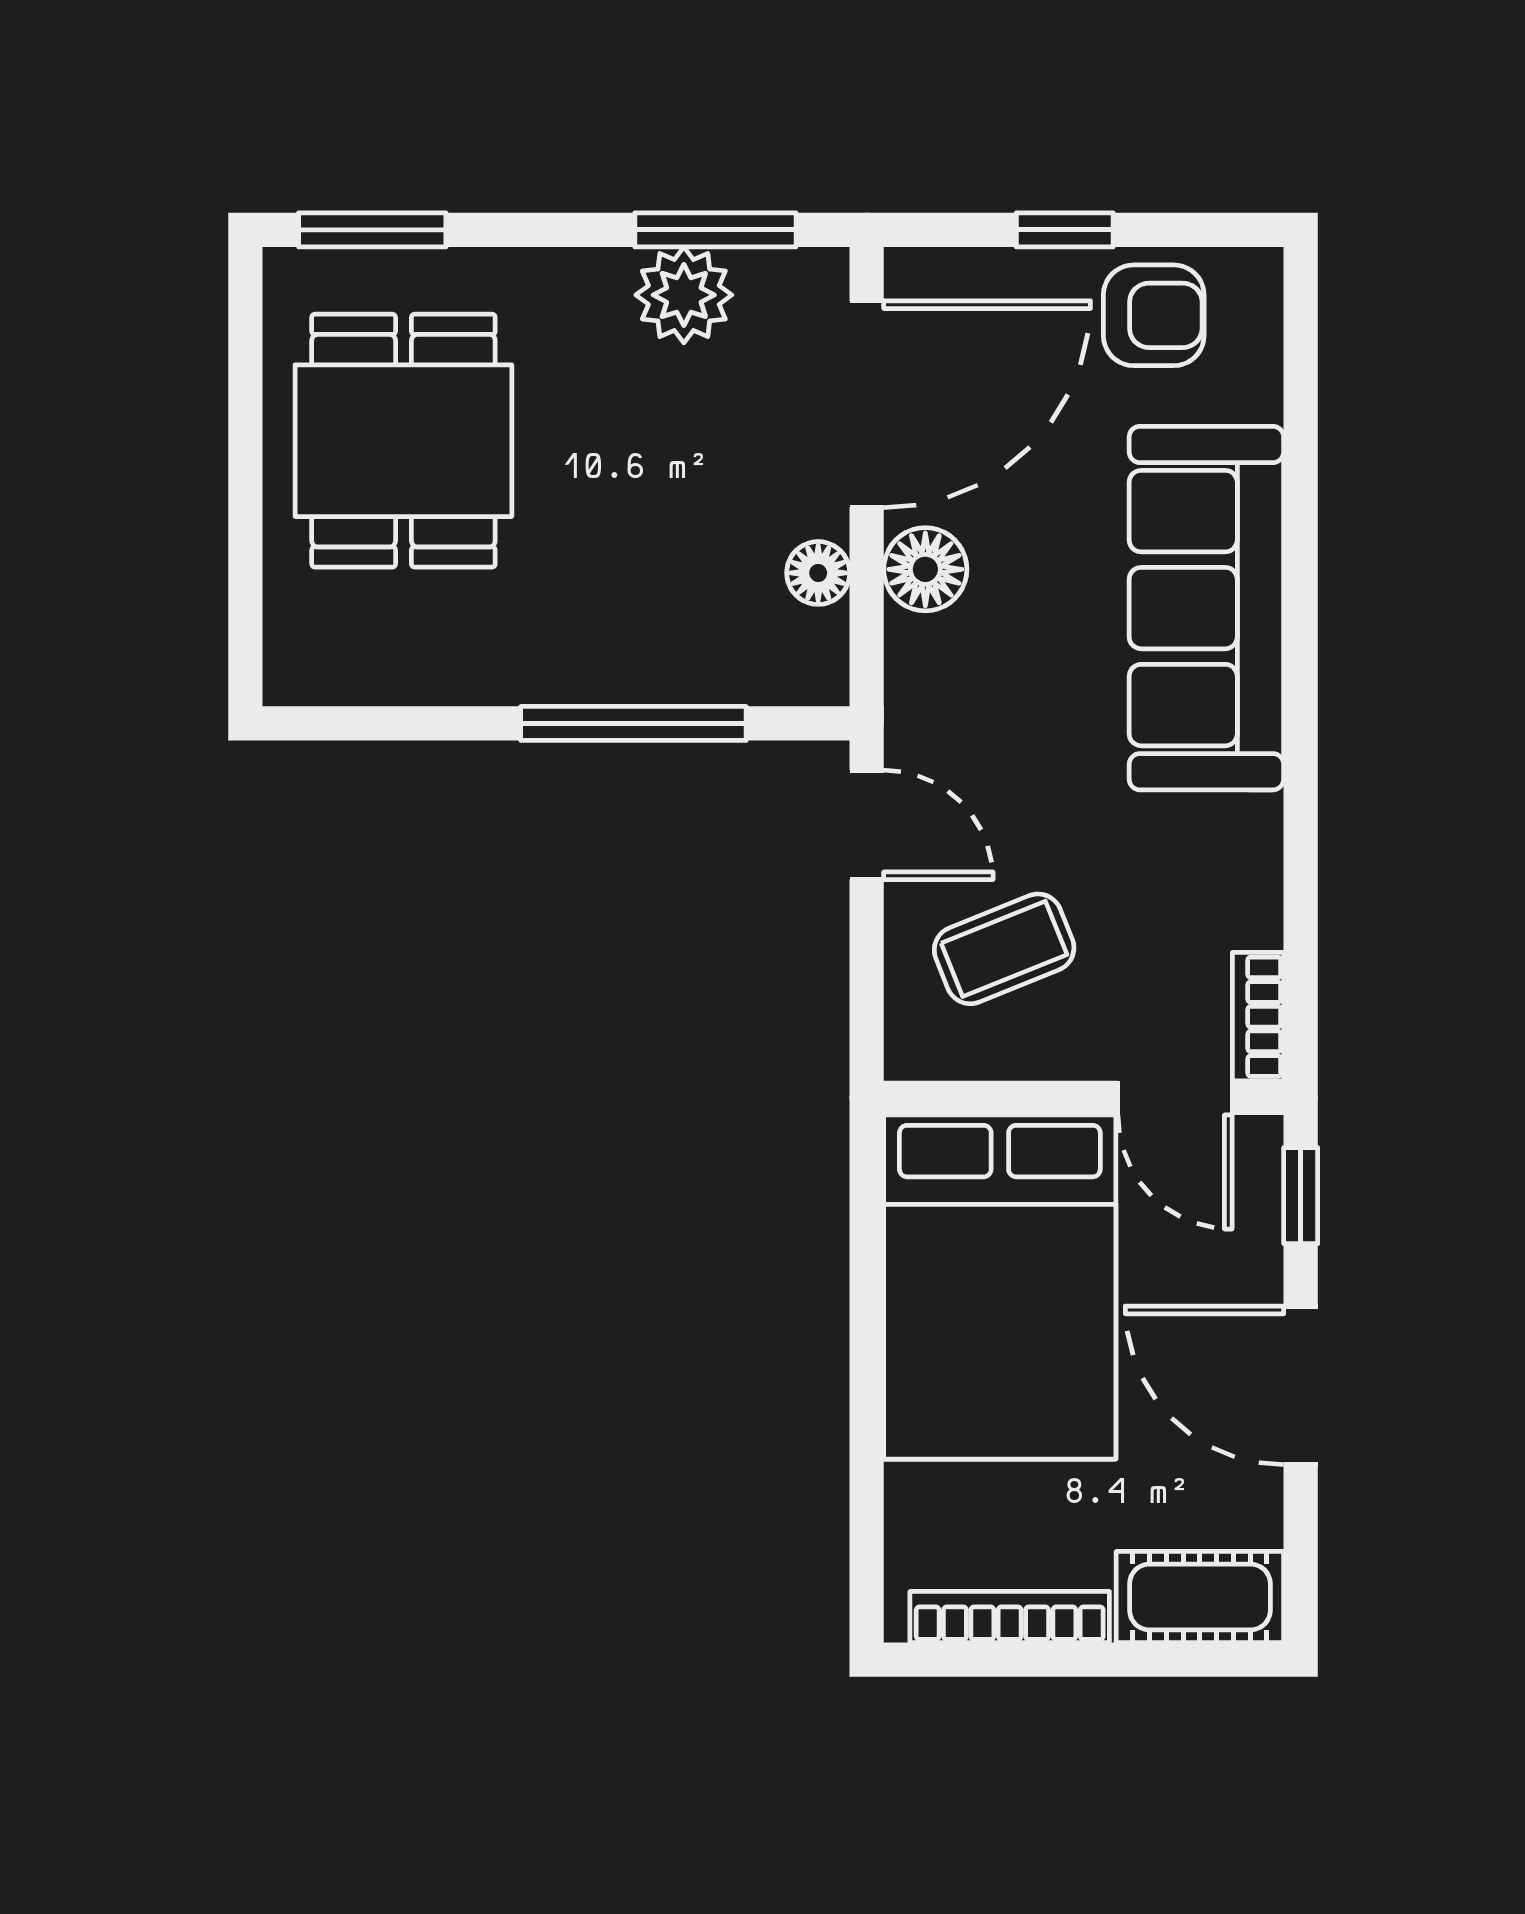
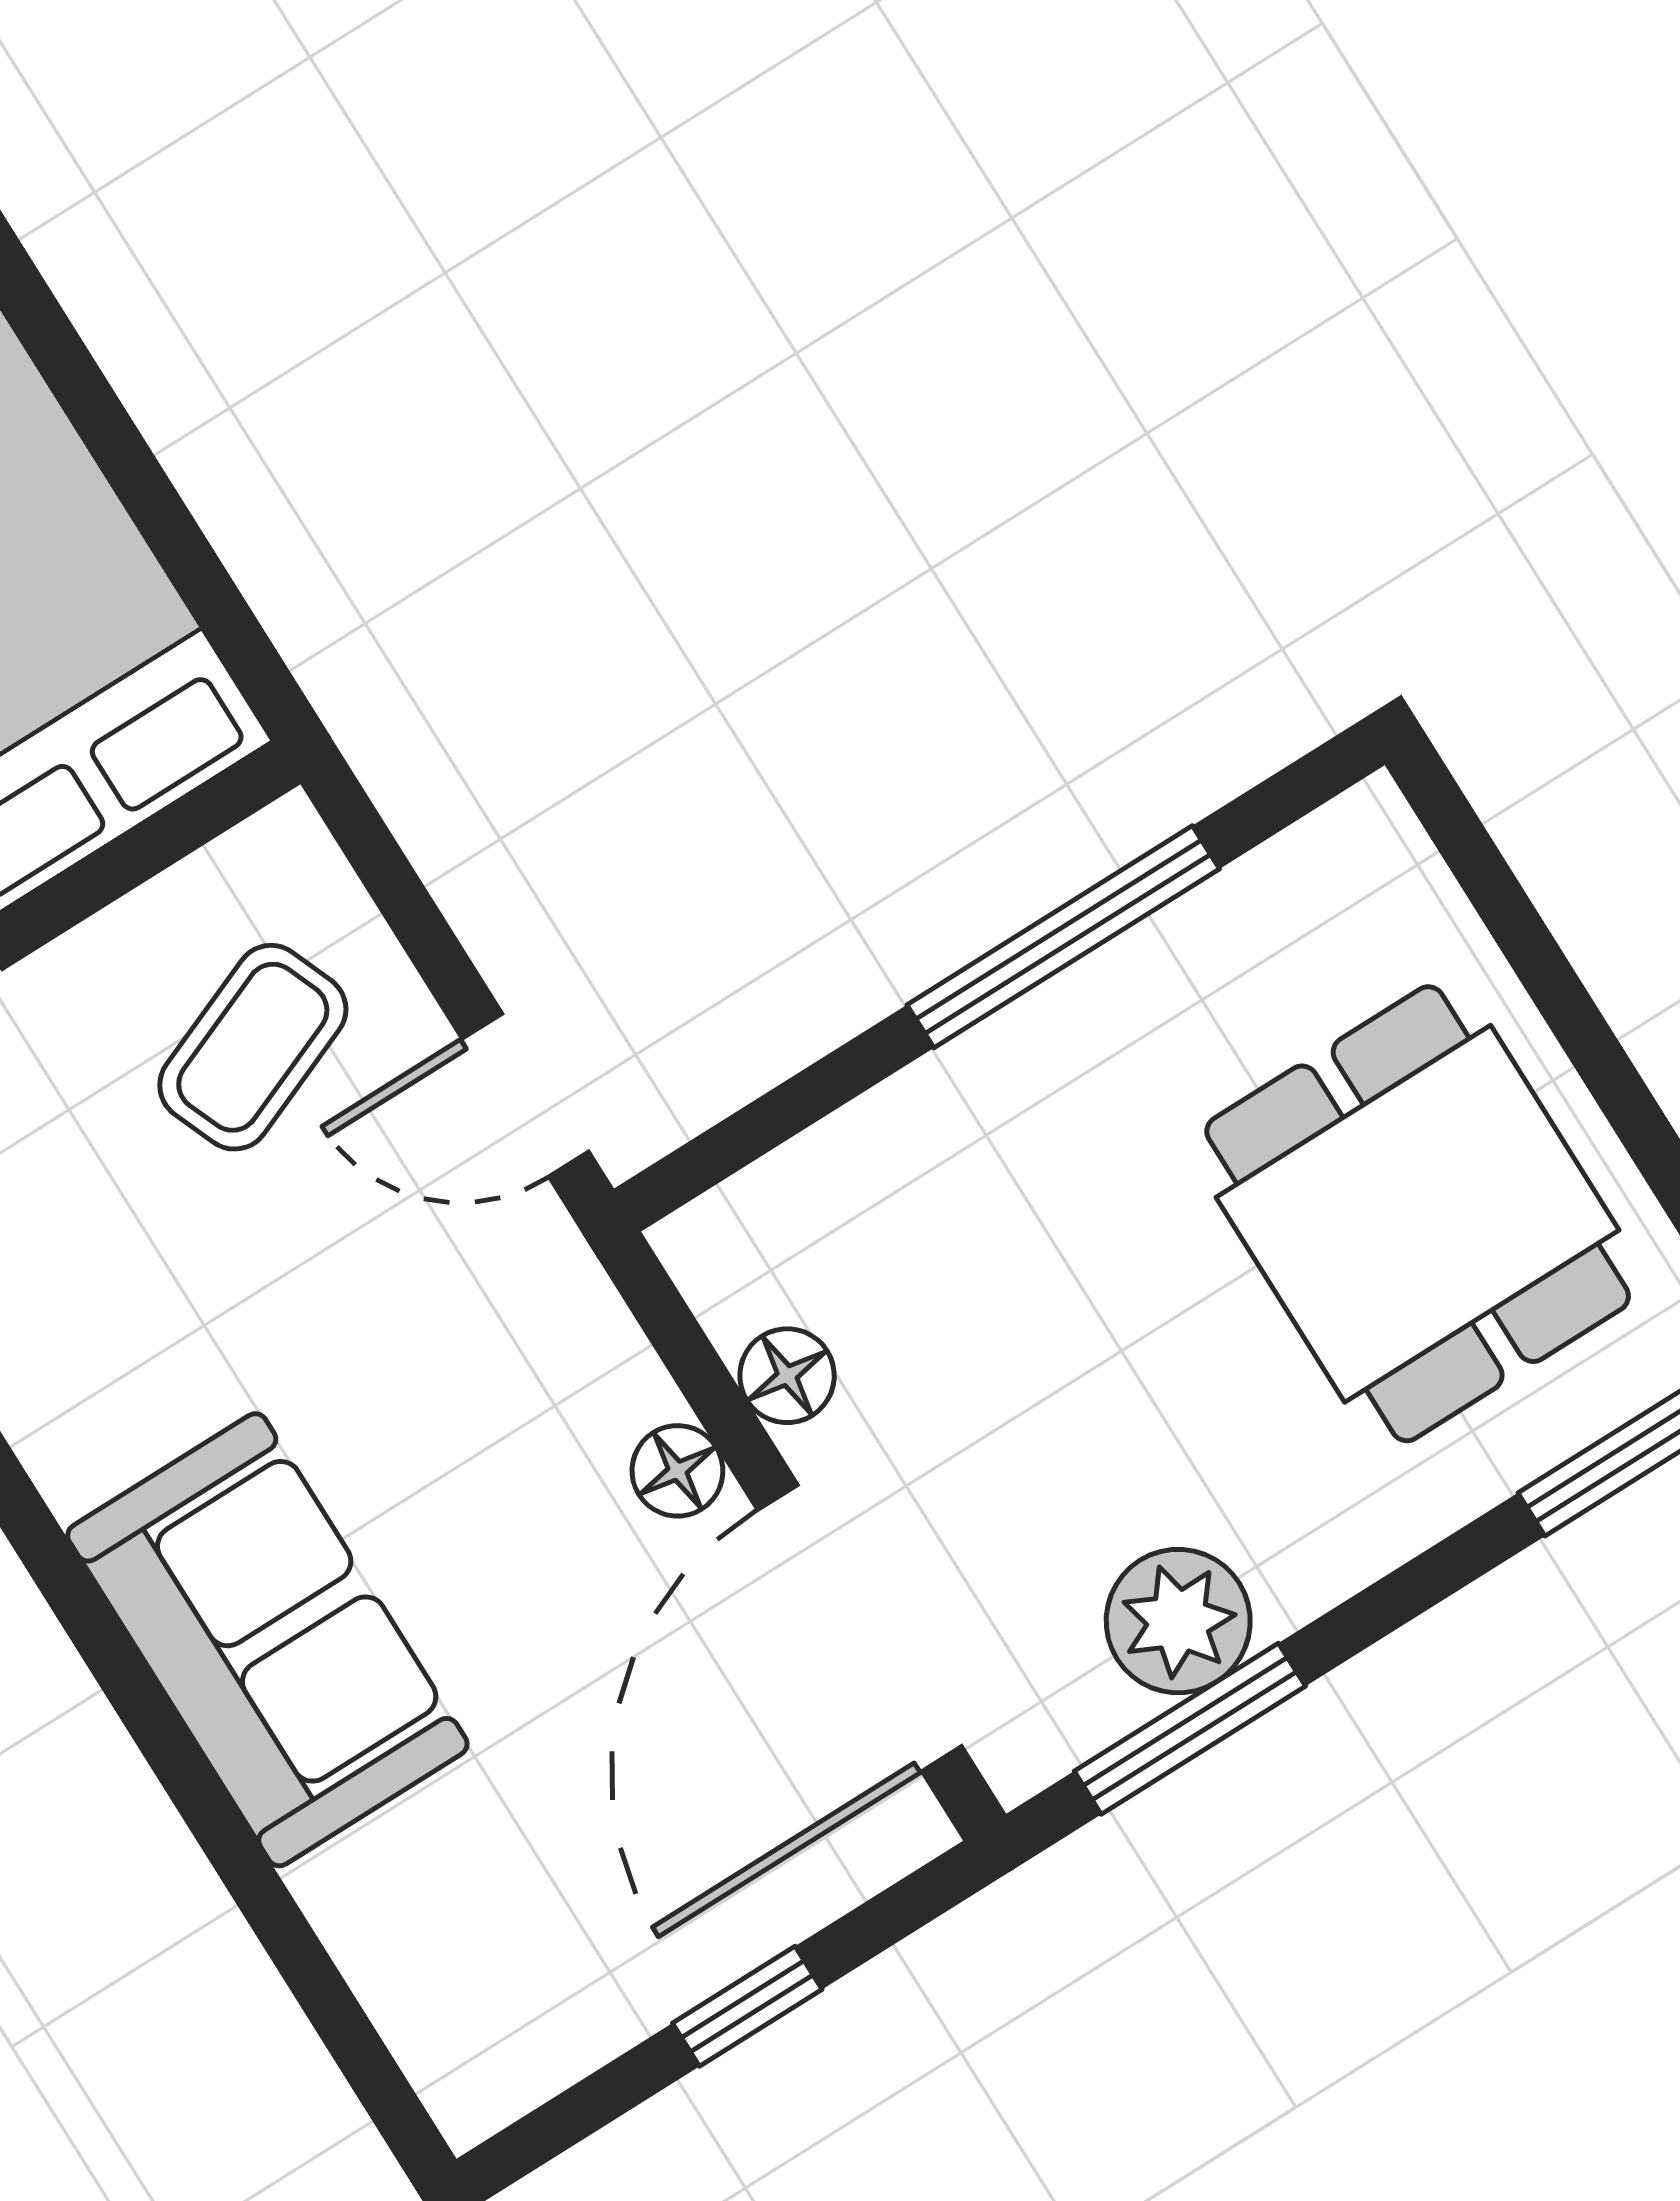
armchair: (1154, 315) -> (567, 1969), removed
floor lamp: (925, 569) -> (677, 1471), width x0.73, depth x0.73
sofa: (1206, 608) -> (267, 1640), width x0.73
window: (633, 723) -> (1063, 937), moved

